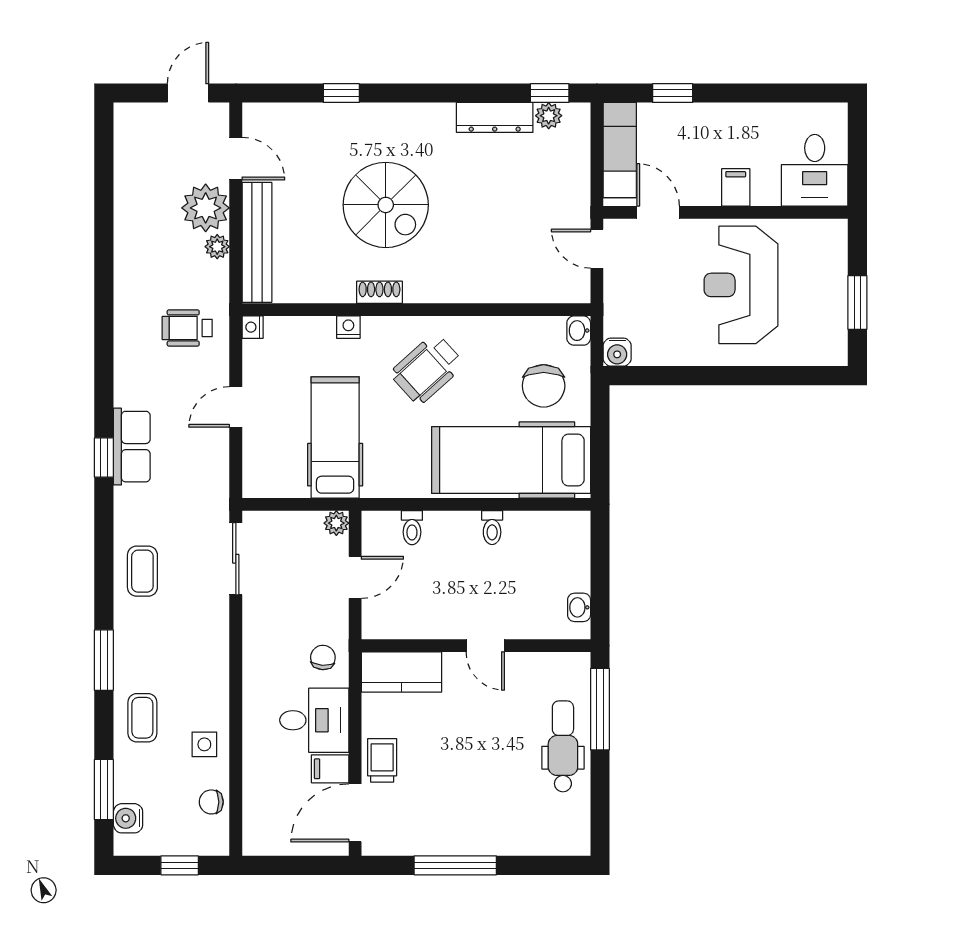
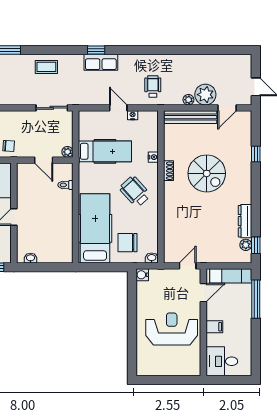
window: (673, 93) -> (256, 299), width x2.17
spiral stairs: (386, 205) -> (207, 173), turned -90
window: (857, 302) -> (164, 380), removed
nightstand: (253, 327) -> (133, 115), moved
toilet: (492, 528) -> (65, 220), removed

